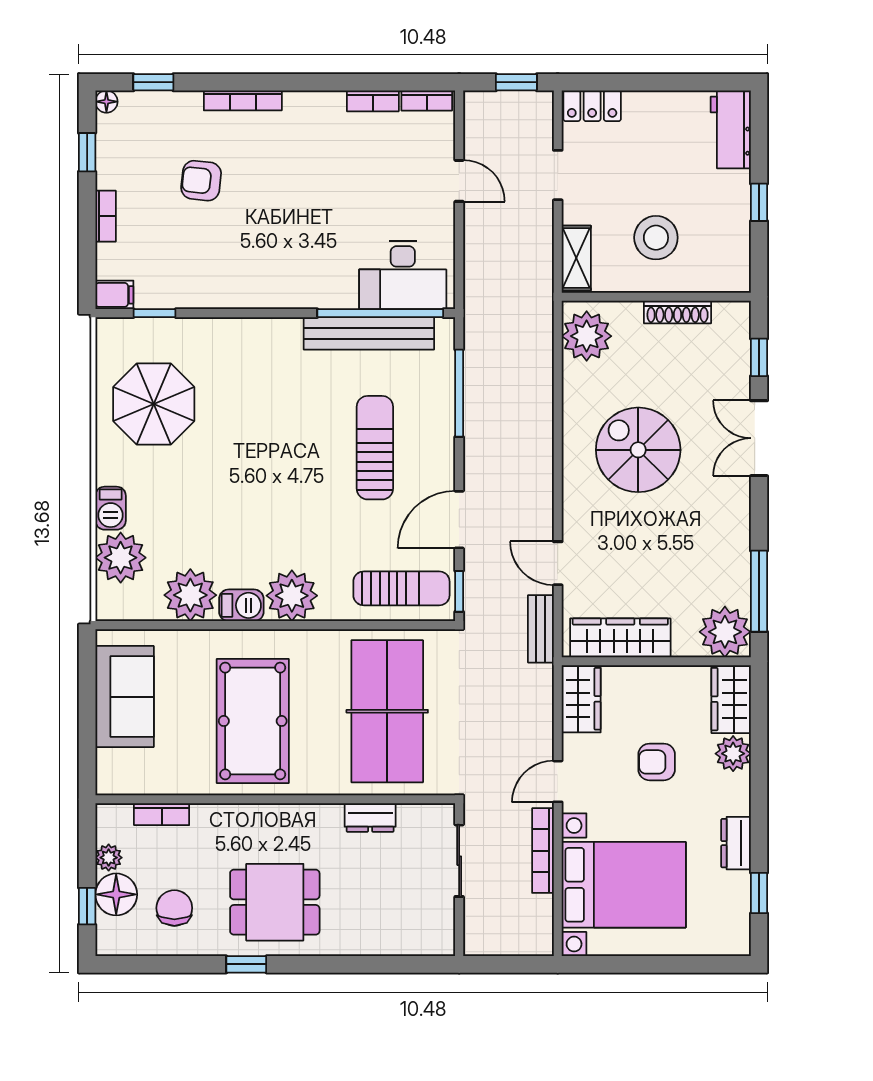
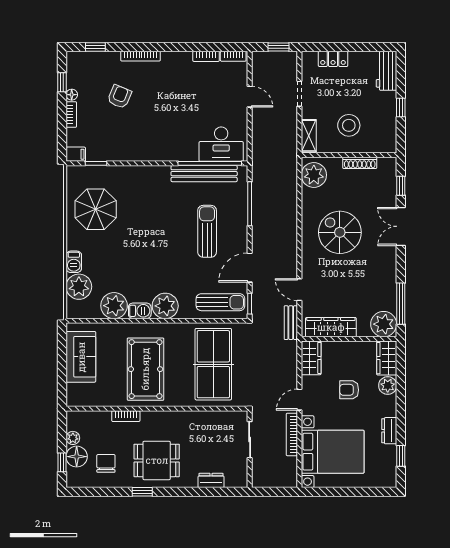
floor lamp: (106, 102) -> (72, 95), moved
locker: (592, 106) -> (333, 59), moved
armchair: (201, 181) -> (119, 97), turned 107
bookcase: (162, 814) -> (126, 416), moved
dresser: (370, 817) -> (211, 480), moved, turned 180

